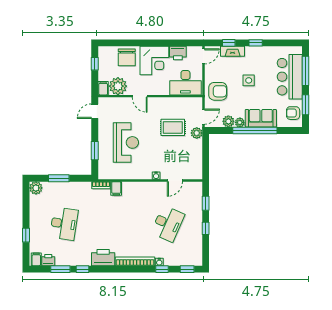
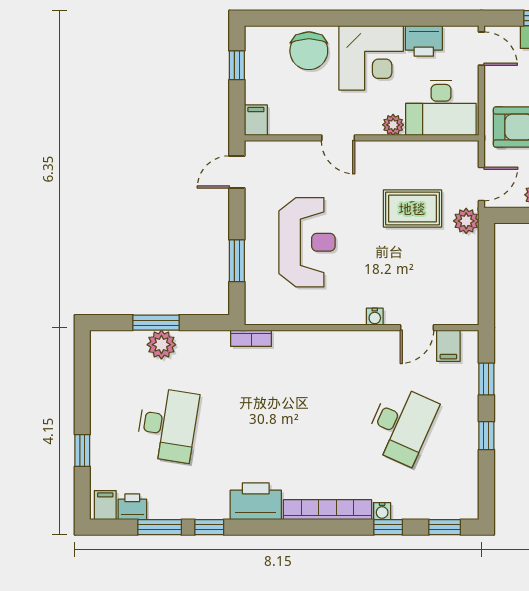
door: (203, 56) -> (481, 49), hinge flipped
plant: (118, 86) -> (393, 125), moved, width x0.53, depth x0.53
plant: (36, 188) -> (161, 345), moved
filing cabinet: (116, 188) -> (448, 346), moved

